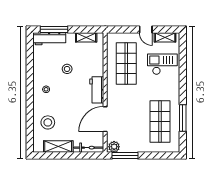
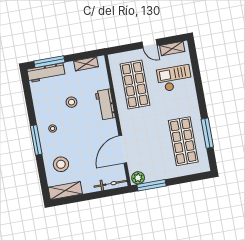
workbench: (97, 90) -> (105, 104), moved
window: (30, 97) -> (36, 140), added
shelving: (58, 147) -> (65, 191), moved

